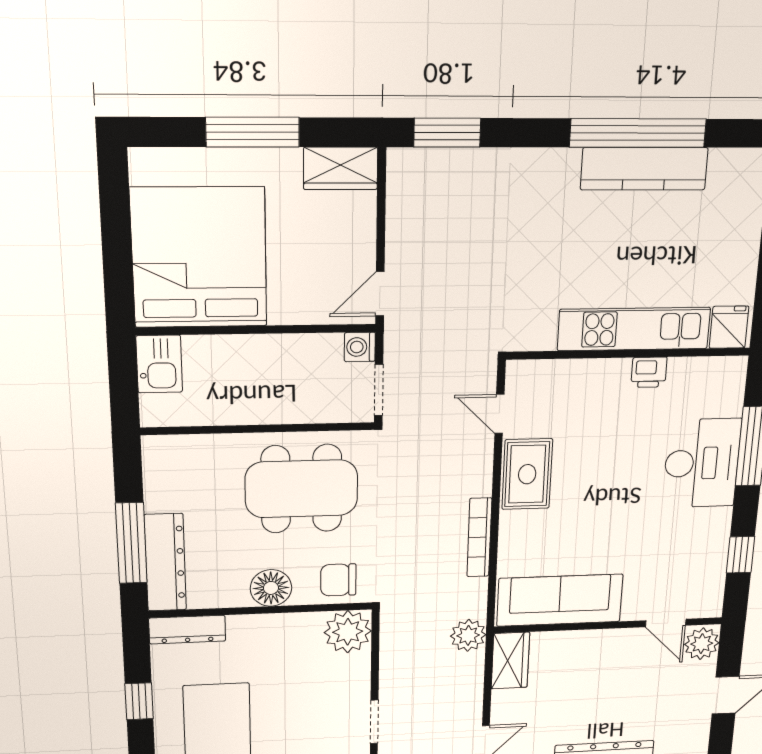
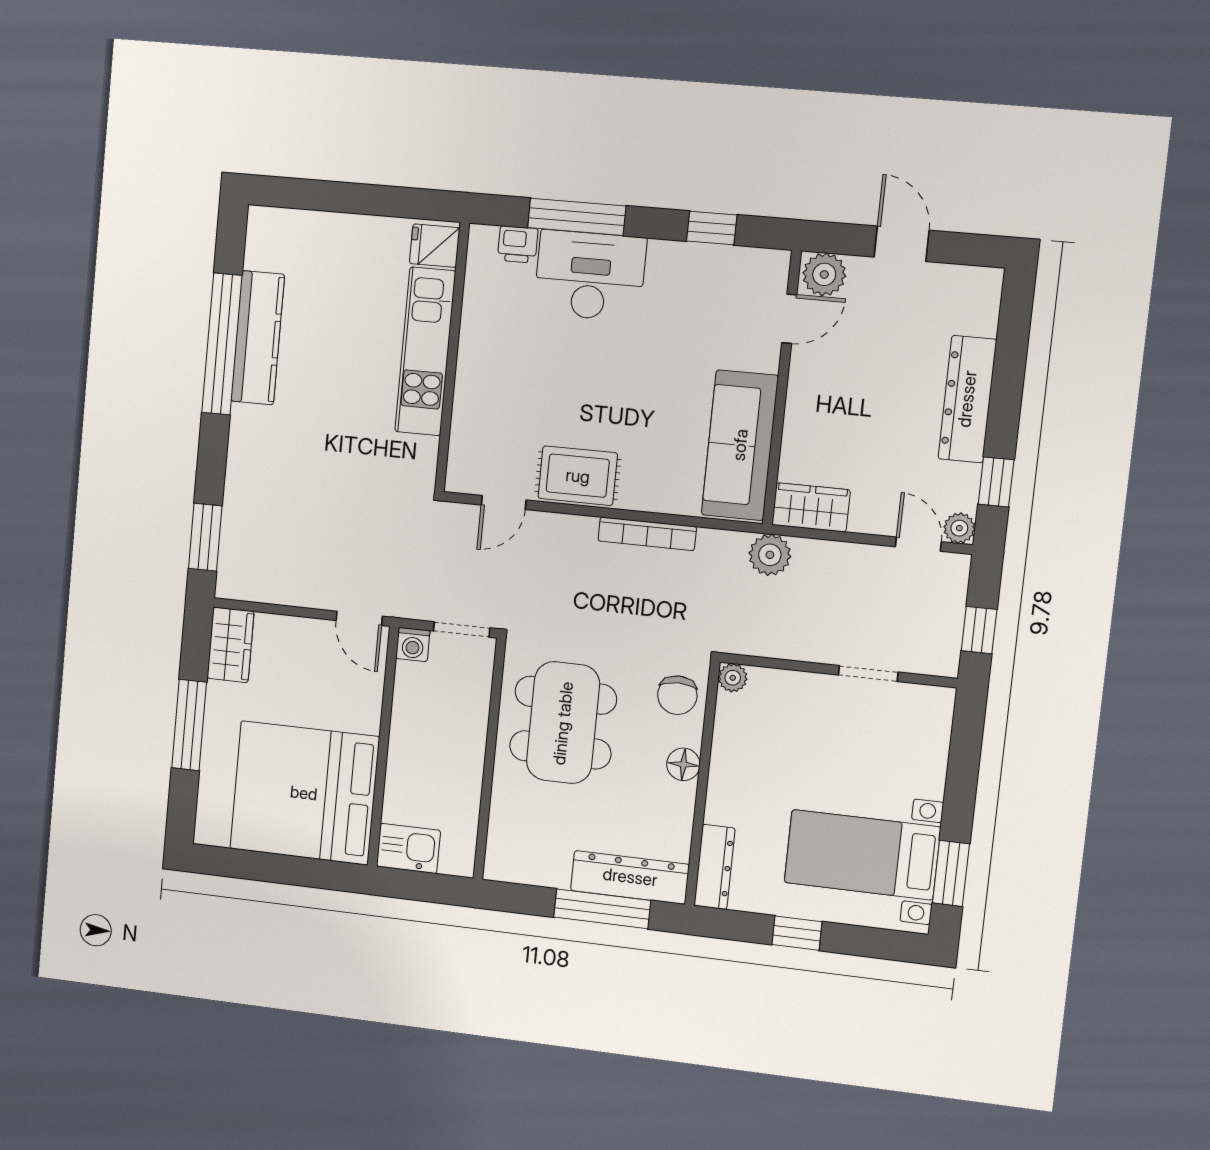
printer: (649, 372) -> (518, 244), moved, turned 90
floor lamp: (271, 588) -> (683, 764), width x0.73, depth x0.73
plant: (348, 632) -> (733, 678), width x0.53, depth x0.53

